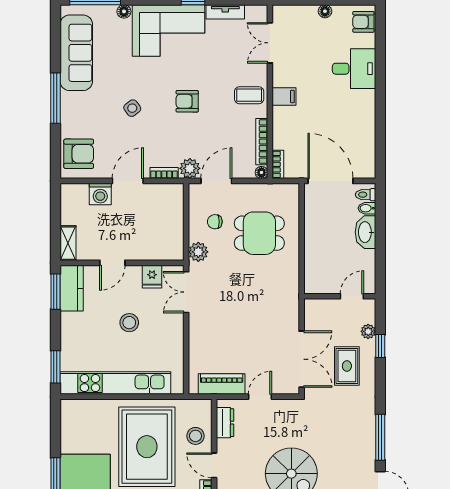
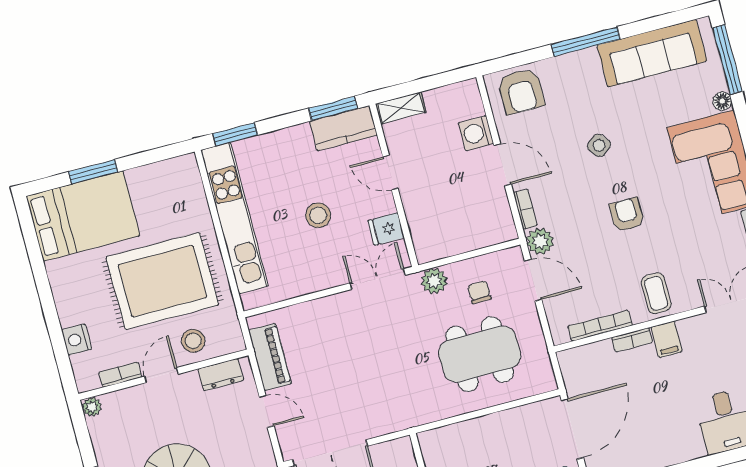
bookcase: (278, 164) -> (632, 340), moved
floor lamp: (261, 172) -> (560, 336), removed
dining table: (259, 233) -> (480, 354), width x1.37

